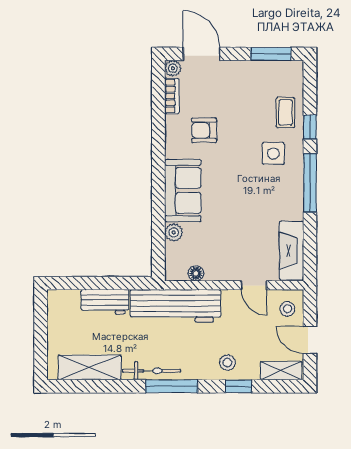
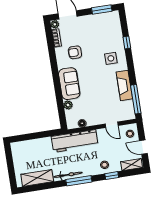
coffee table: (286, 113) -> (114, 37), removed
window: (310, 183) -> (136, 99), moved
fireplace: (292, 251) -> (124, 85), moved
workbench: (105, 302) -> (40, 144), removed

